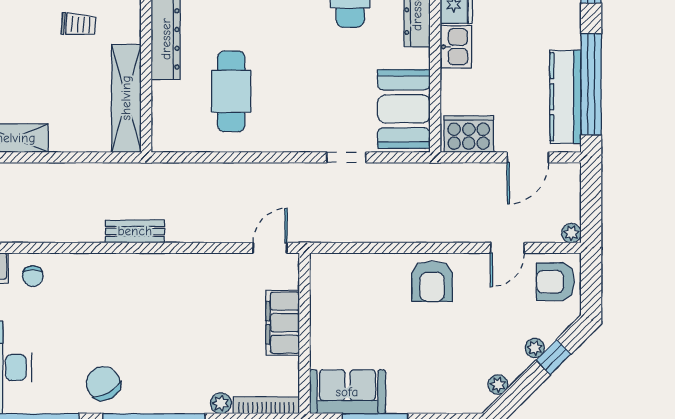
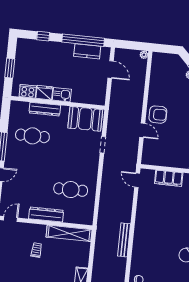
kitchen counter: (565, 97) -> (87, 51), width x0.67
cooker: (469, 134) -> (98, 93), removed
bench: (135, 231) -> (124, 240), width x1.36
door: (507, 248) -> (142, 130), moved
armchair: (555, 282) -> (163, 63), removed

